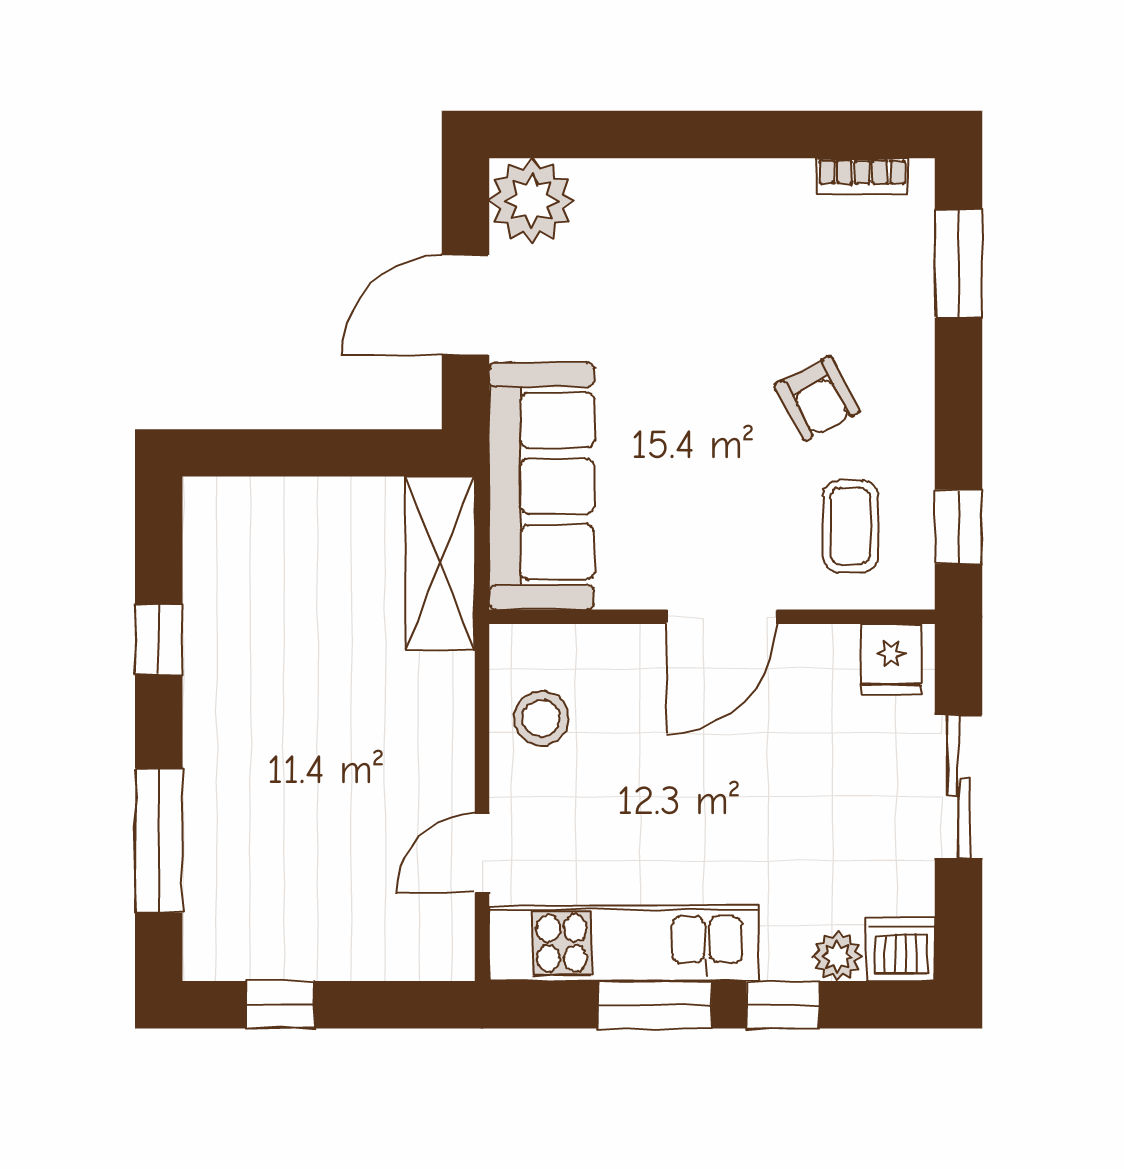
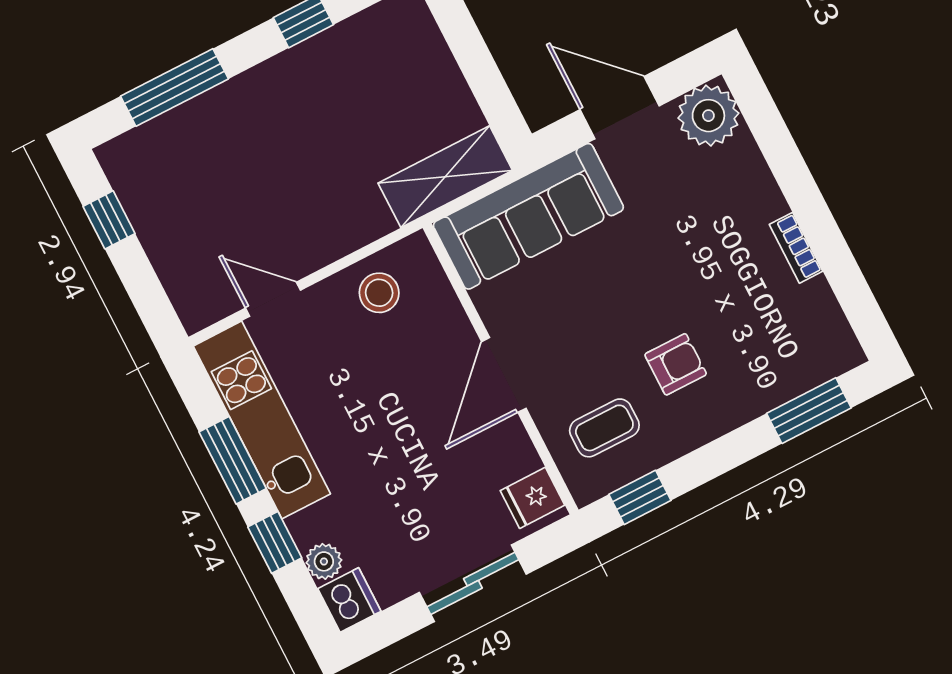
bookcase: (862, 176) -> (796, 248), moved
armchair: (817, 398) -> (676, 364), turned -152
door: (721, 617) -> (504, 375), hinge flipped

